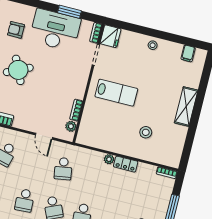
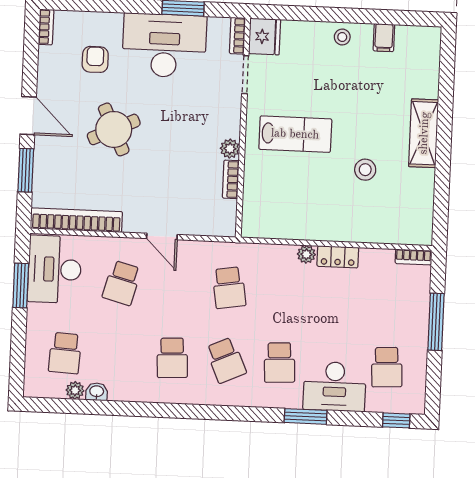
armchair: (16, 30) -> (95, 59), turned 90
filing cabinet: (188, 53) -> (384, 38), moved
plant: (71, 126) -> (230, 149), moved
stool: (146, 132) -> (365, 170), moved
door: (44, 136) -> (162, 237), moved

